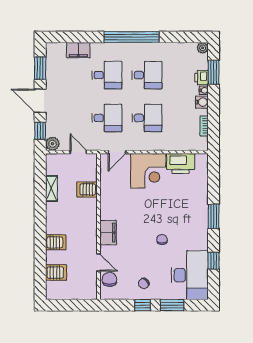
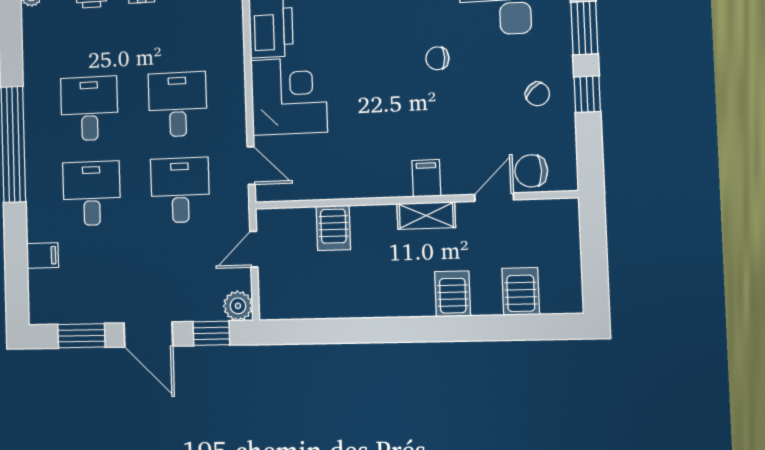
filing cabinet: (78, 50) -> (43, 256), width x0.50
door: (40, 101) -> (148, 334), hinge flipped
shelving: (51, 189) -> (426, 216), moved
filing cabinet: (108, 233) -> (426, 178), width x0.50

